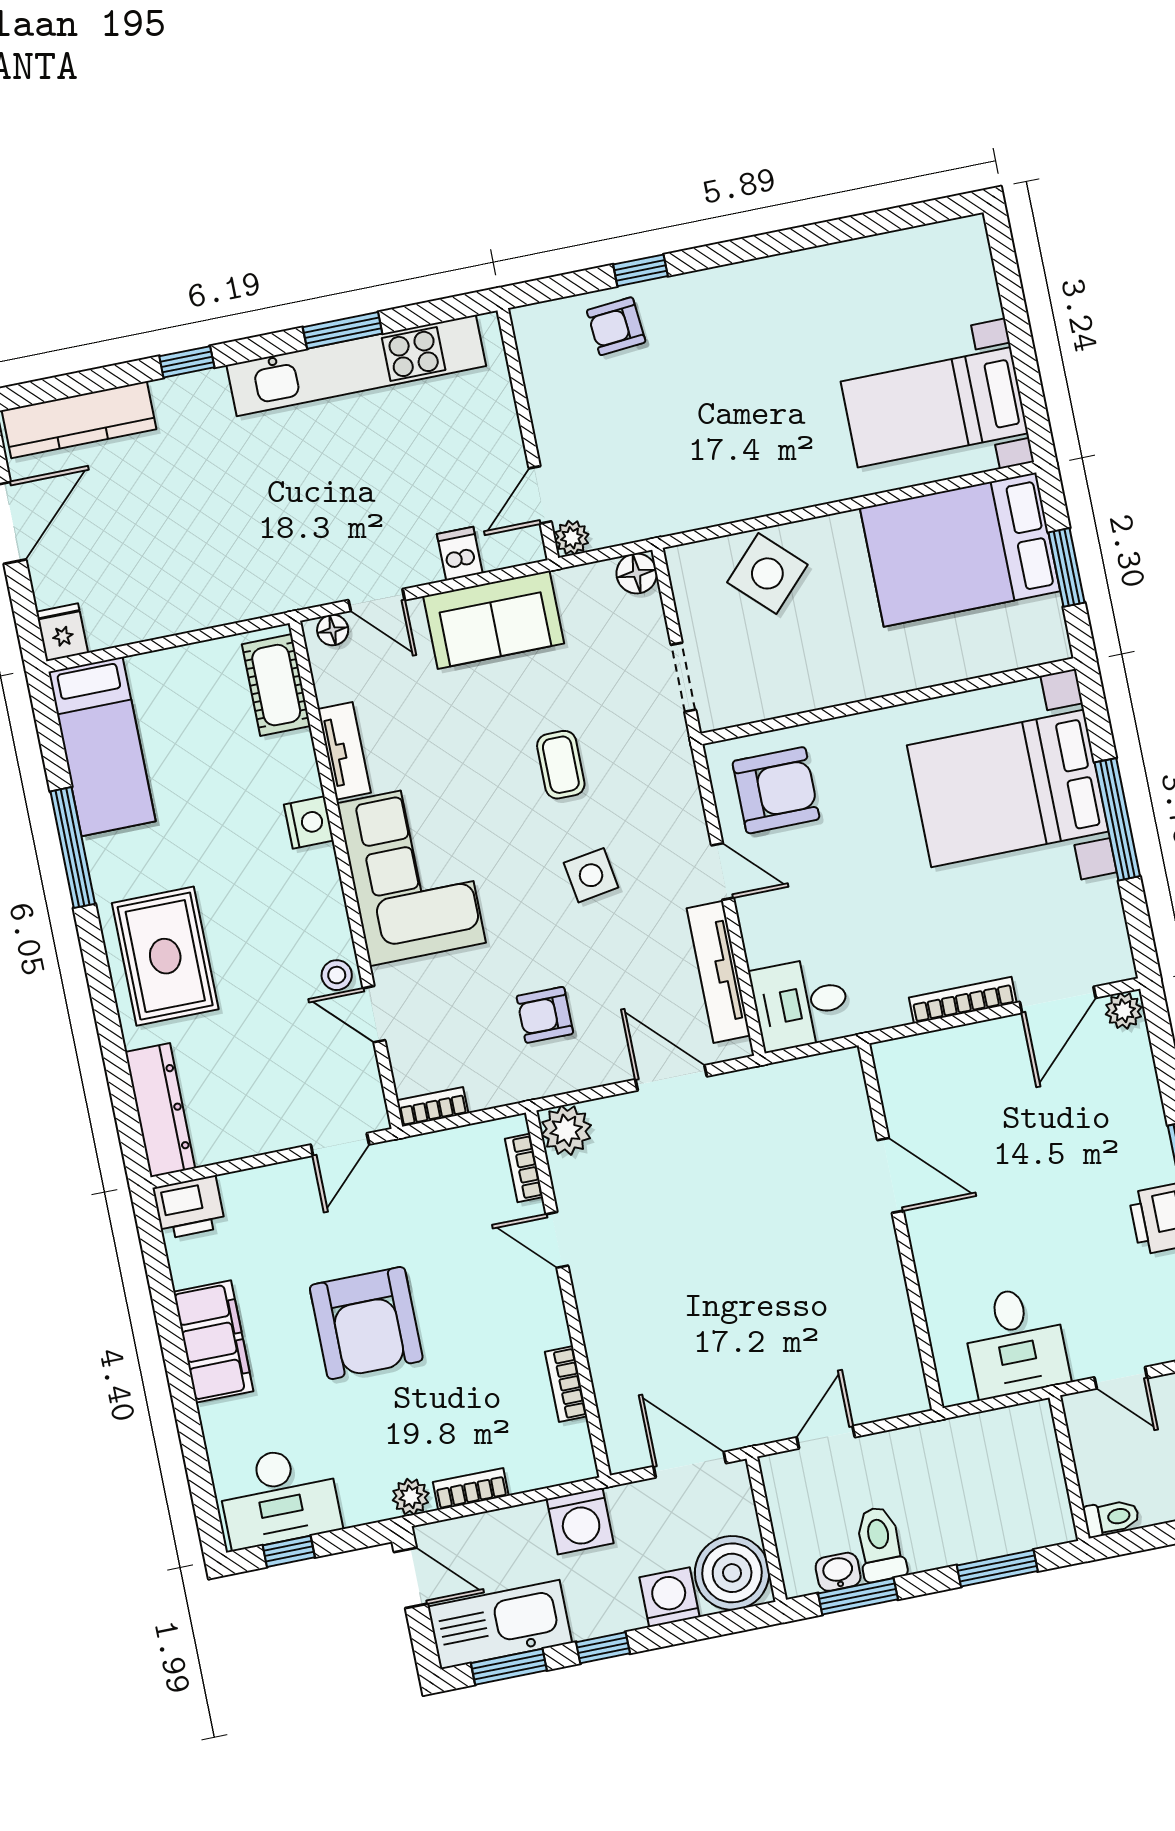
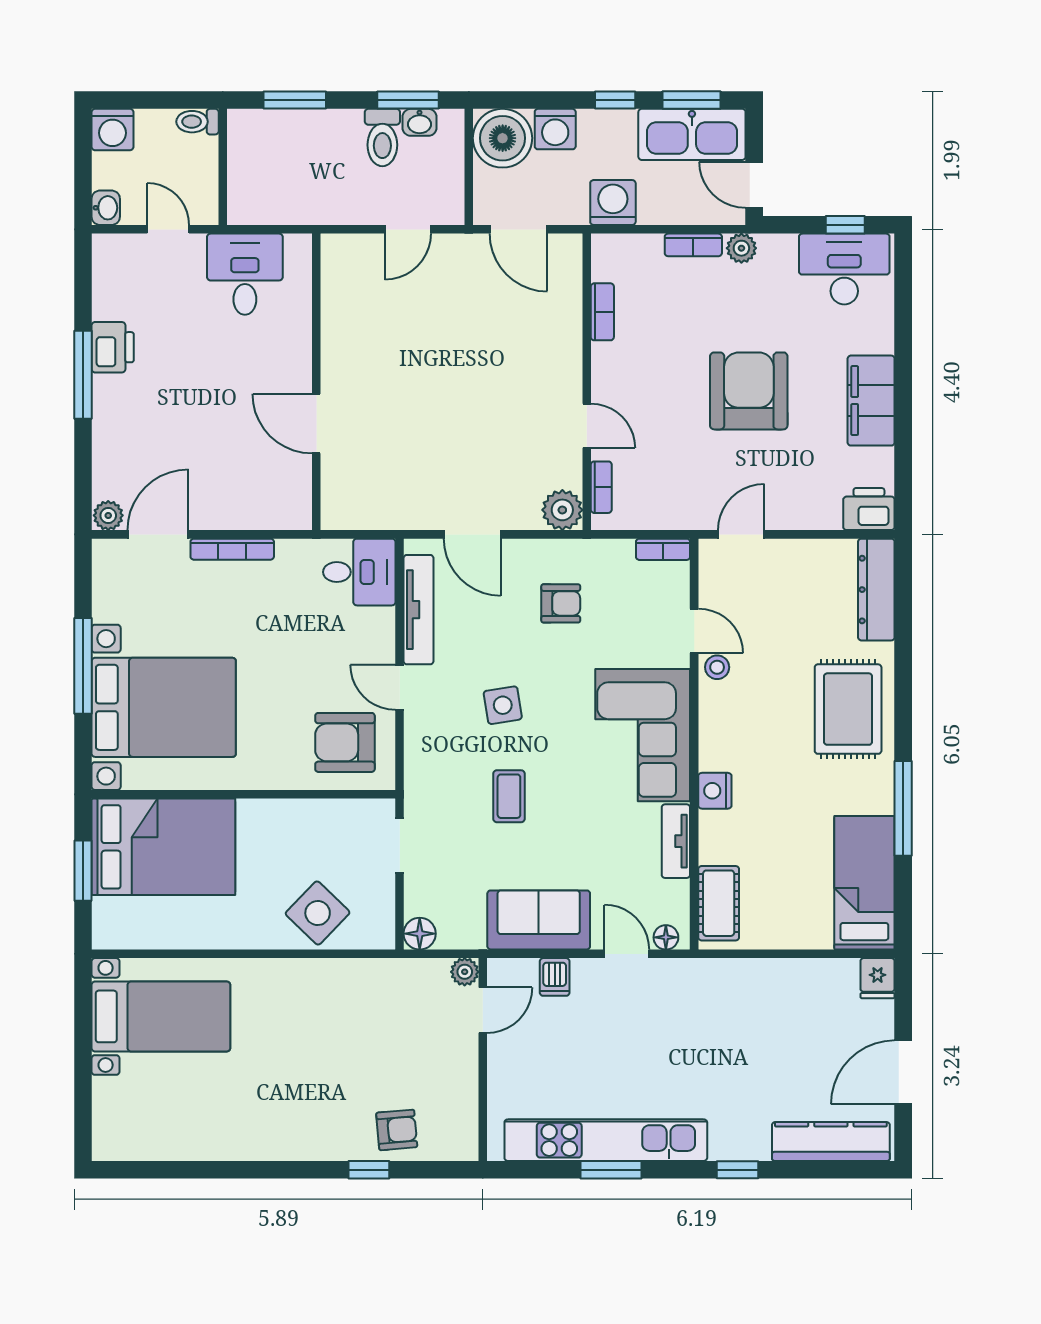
bed: (960, 550) -> (163, 847), moved

